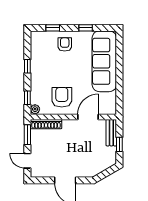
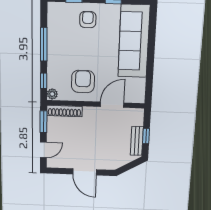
window: (27, 66) -> (44, 44), width x2.17
bench: (111, 133) -> (137, 141), moved
door: (27, 161) -> (43, 150), swing flipped

